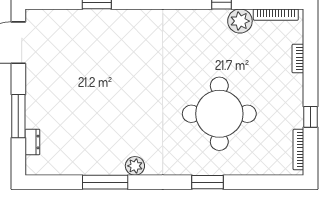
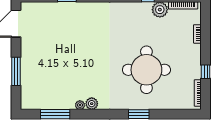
dresser: (32, 142) -> (25, 88), removed
plant: (117, 168) -> (80, 105), added
window: (105, 182) -> (55, 114), moved

